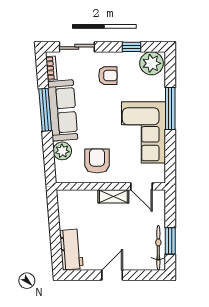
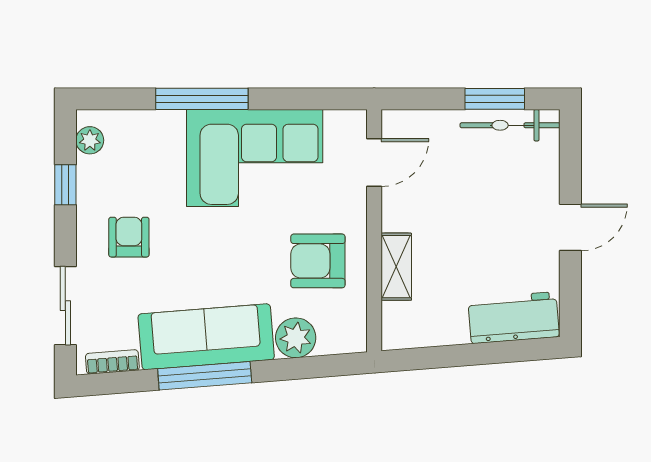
plant: (152, 63) -> (90, 140), width x0.53, depth x0.53
shelving: (113, 196) -> (396, 267), moved
door: (112, 275) -> (570, 227), swing flipped

